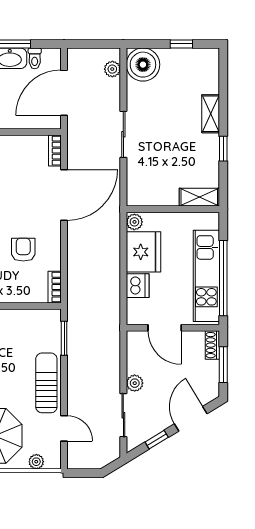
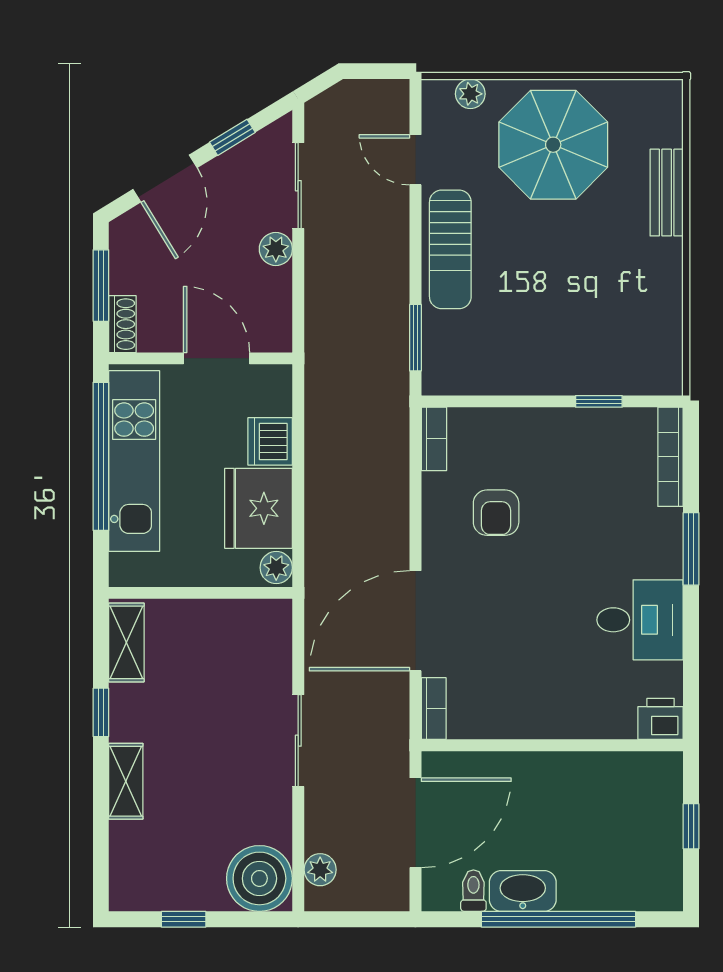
shelving: (199, 197) -> (126, 642), moved, turned 90

